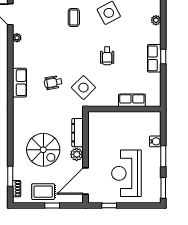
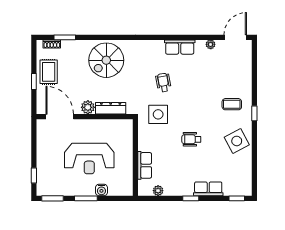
window: (163, 13) -> (237, 198), added
plant: (156, 20) -> (158, 191), moved
row of seats: (154, 58) -> (208, 189), moved
row of seats: (19, 83) -> (180, 47), moved
side table: (83, 88) -> (158, 114), turned 45
spiral stairs: (43, 150) -> (106, 60), moved
reception desk: (127, 173) -> (89, 159), moved, turned 180
window: (109, 206) -> (34, 176), moved

